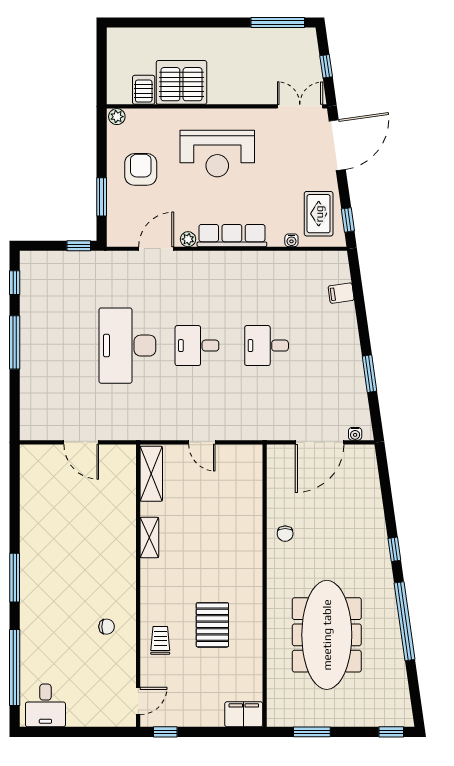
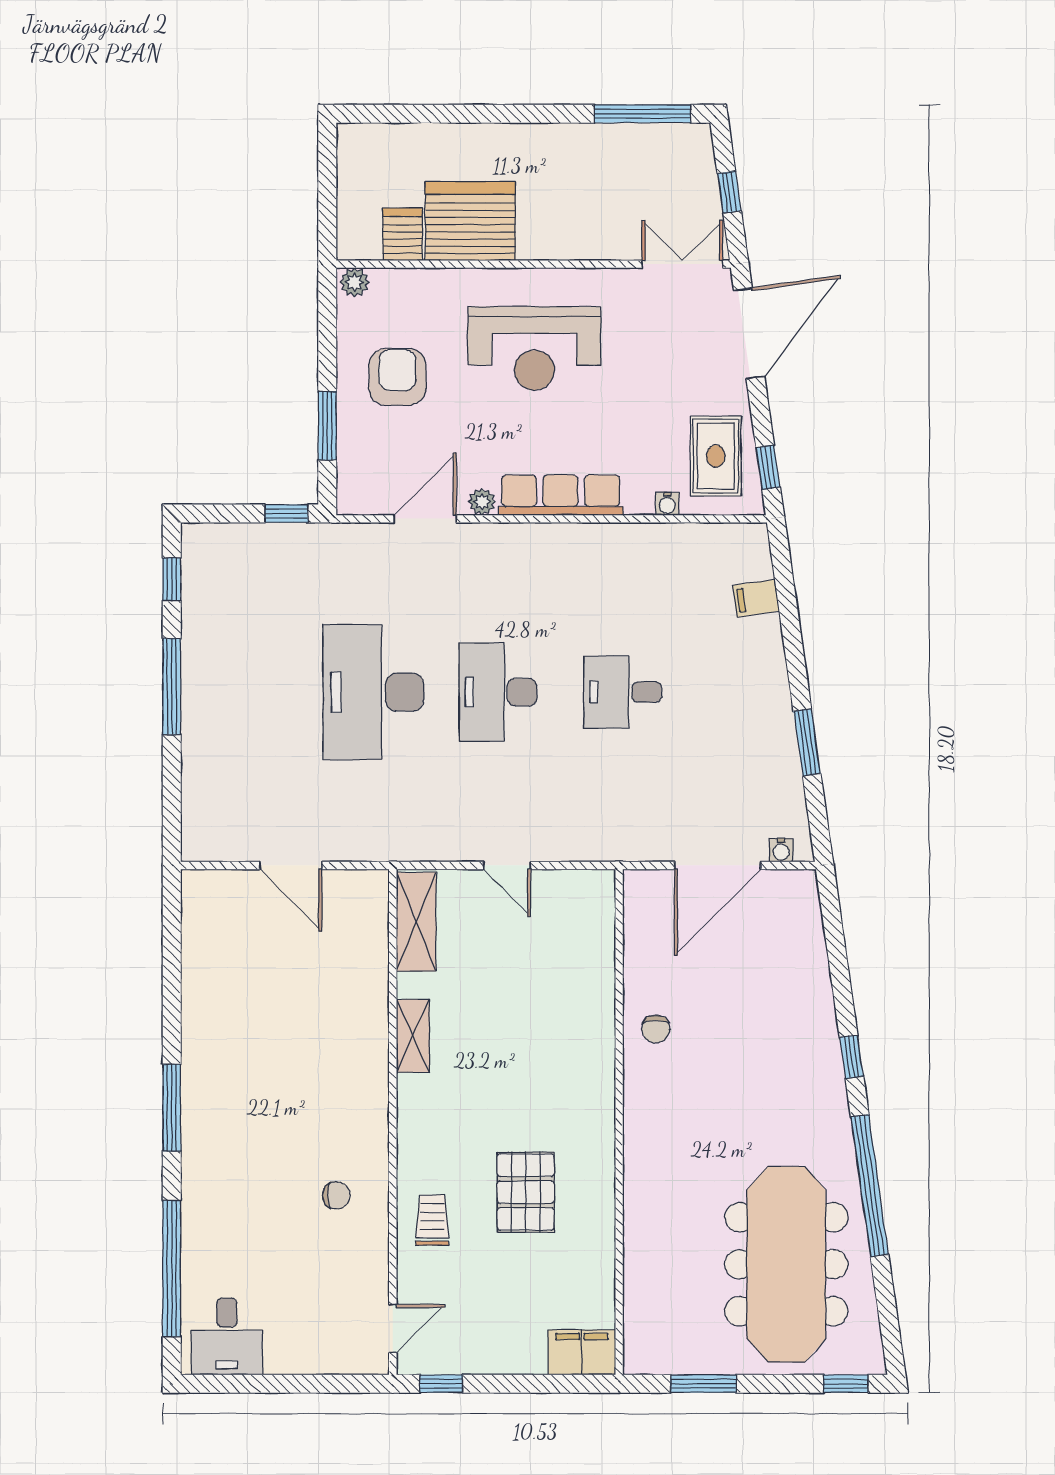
desk: (197, 346) -> (498, 692), width x1.37
meeting table: (327, 635) -> (786, 1264), moved

